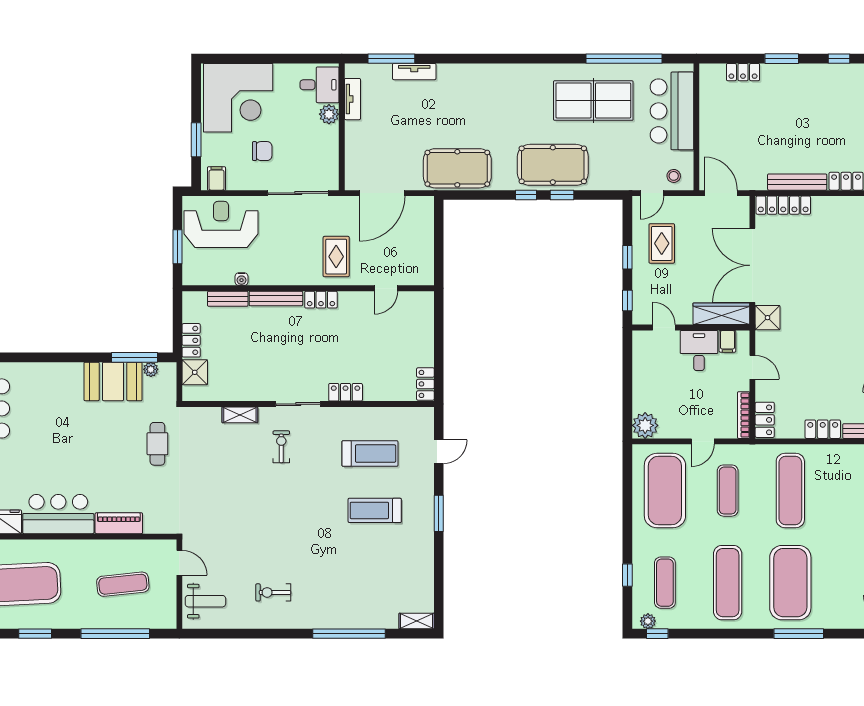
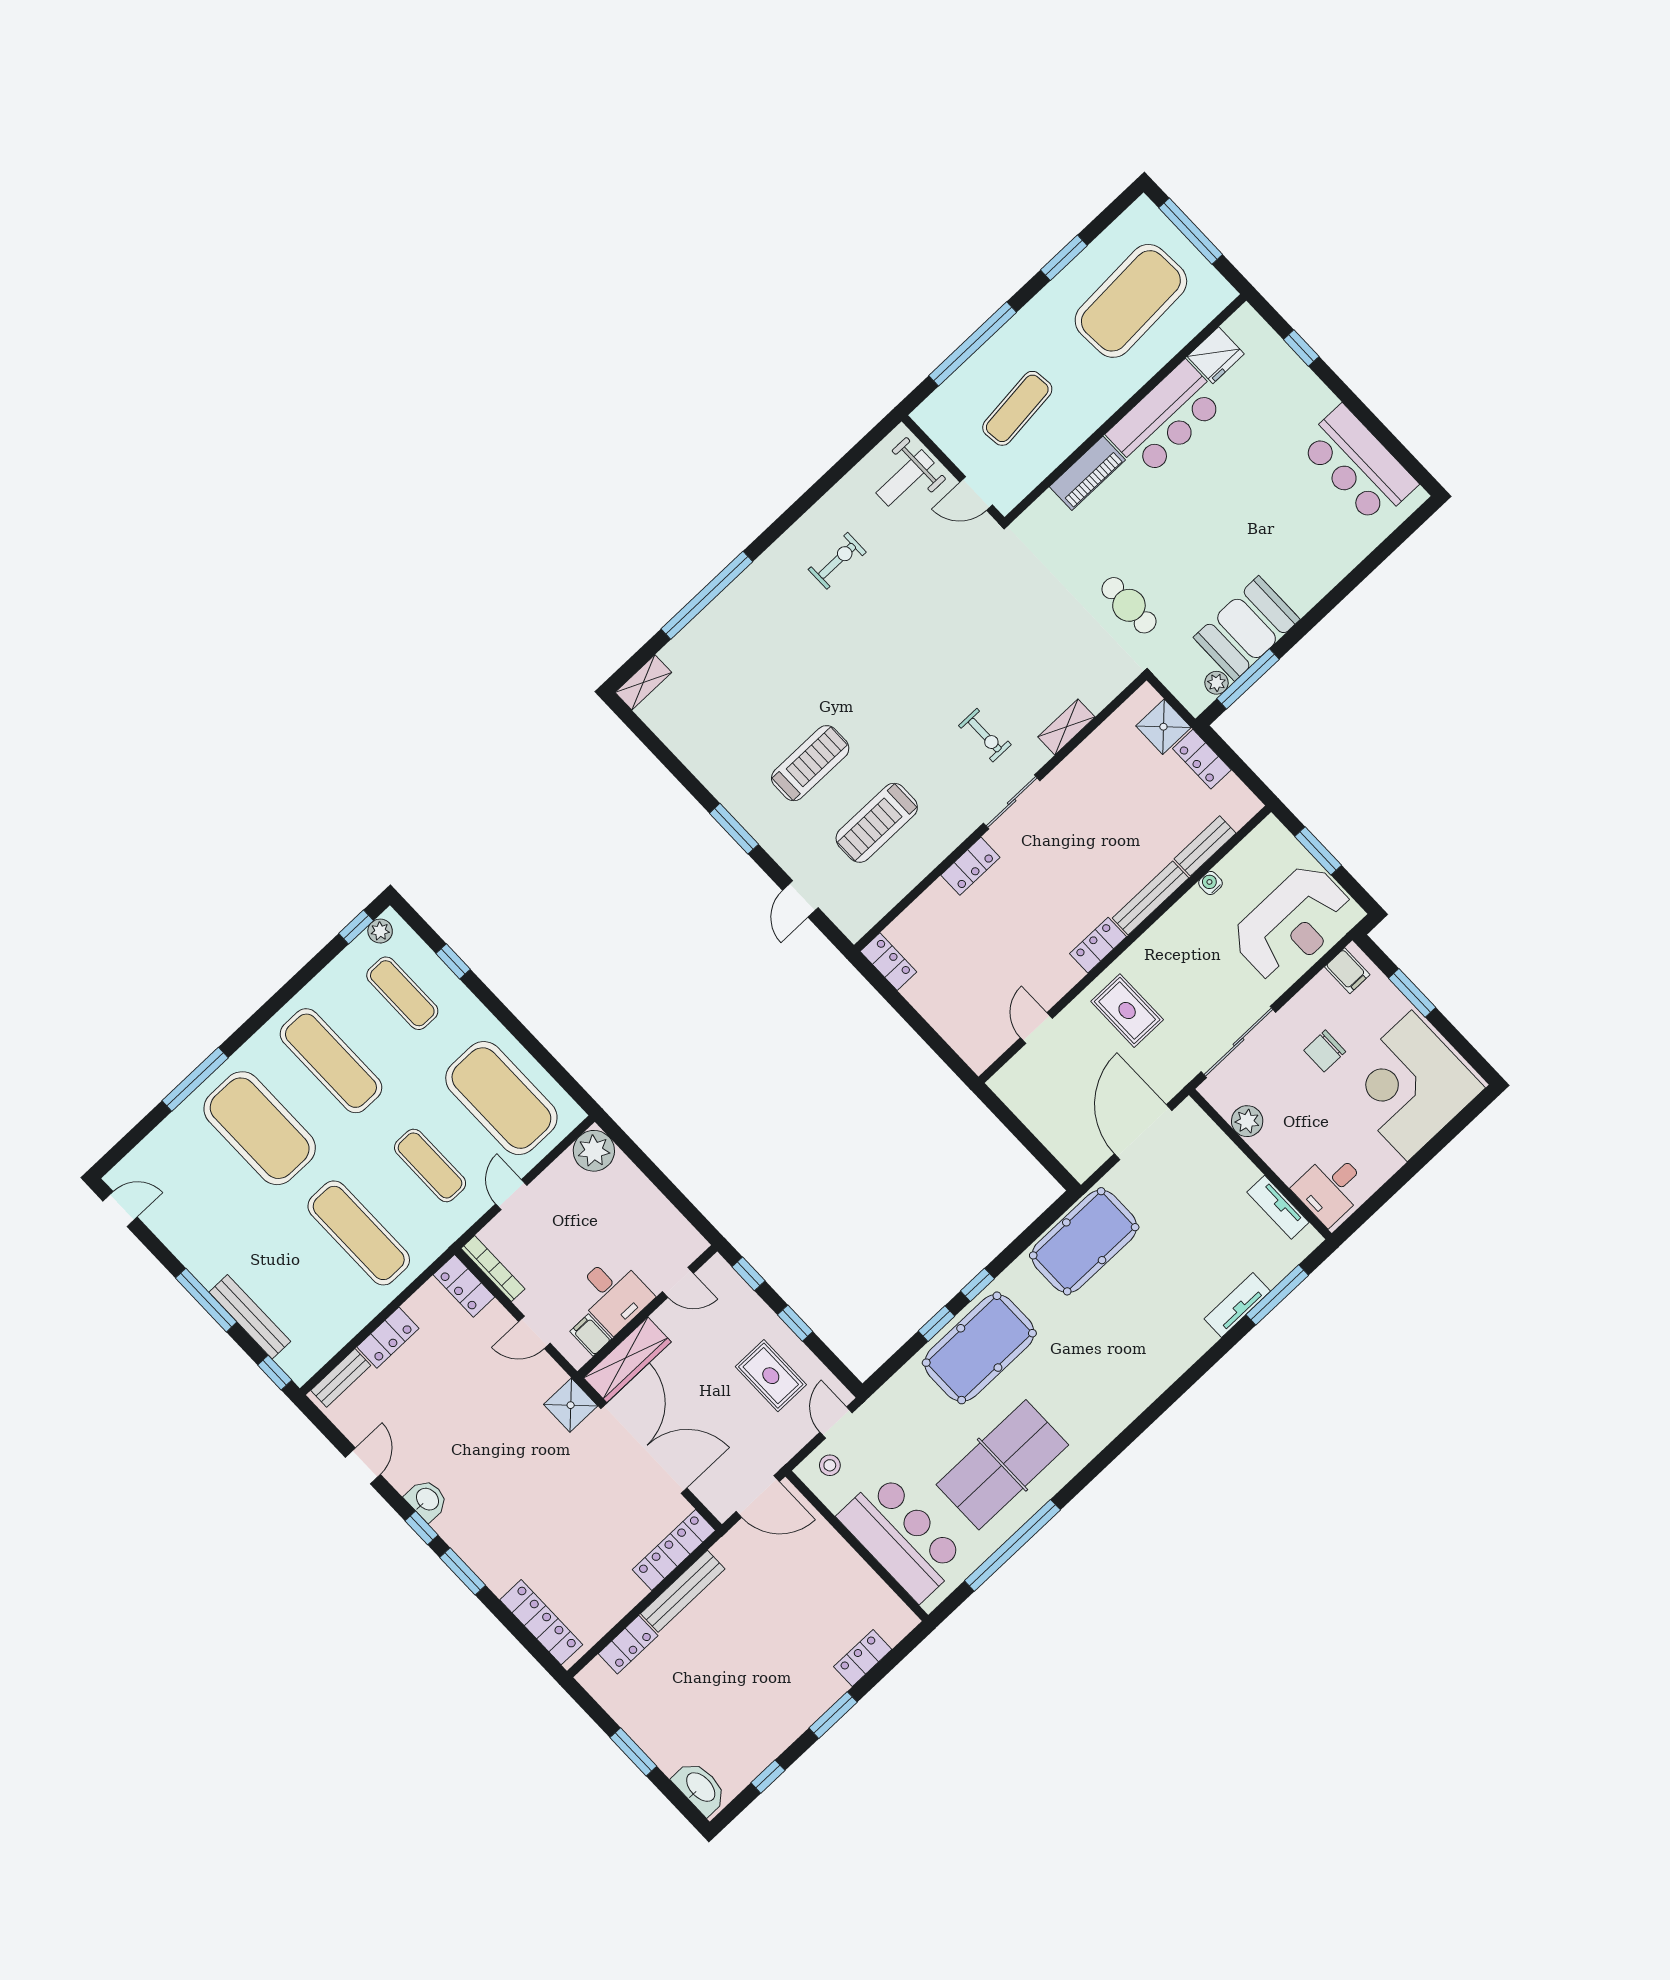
plant: (329, 114) -> (1247, 1121), moved

